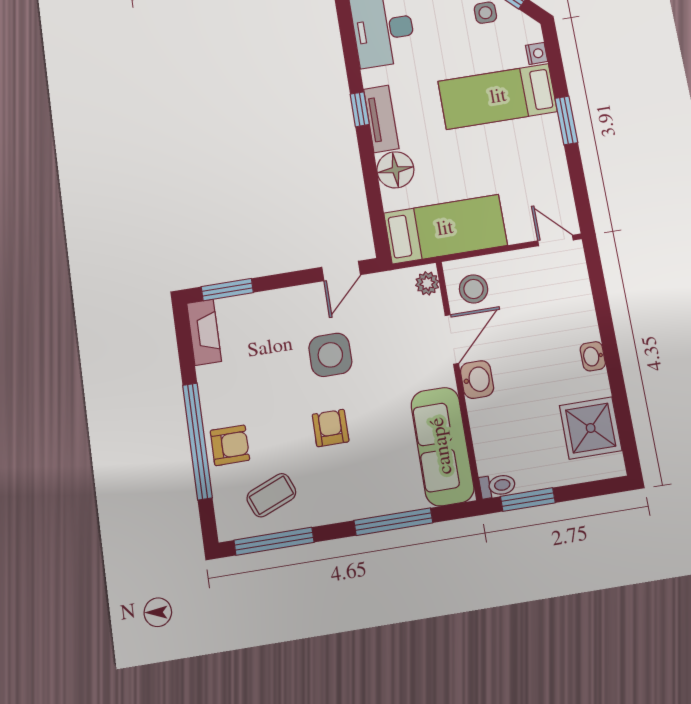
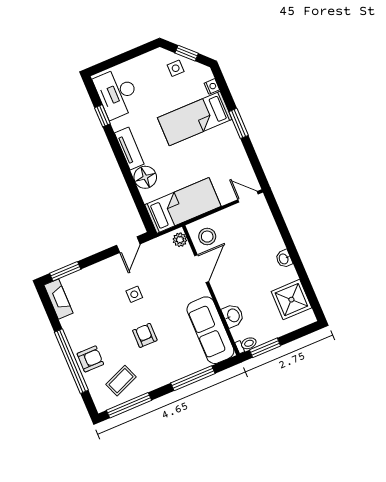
window: (360, 109) -> (102, 116), moved
side table: (330, 355) -> (134, 294), width x0.54, depth x0.54
washbasin: (477, 380) -> (233, 316), moved

